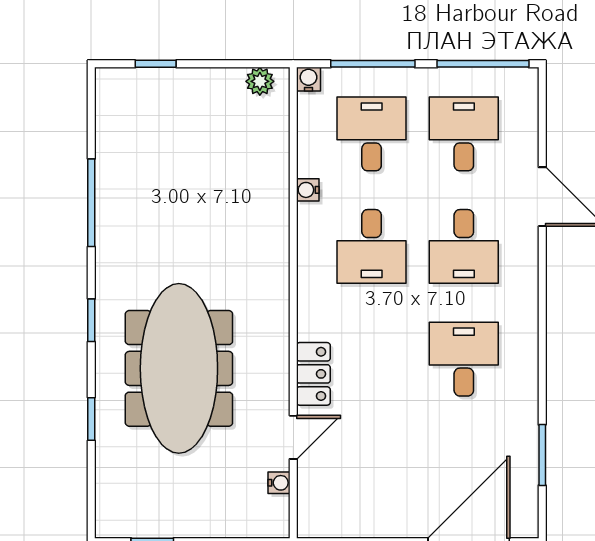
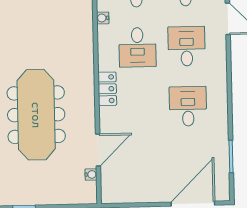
desk: (464, 246) -> (187, 46), turned 180
locker: (313, 374) -> (107, 89), moved
door: (293, 437) -> (98, 150), width x1.38

